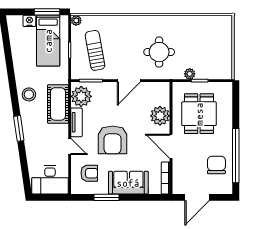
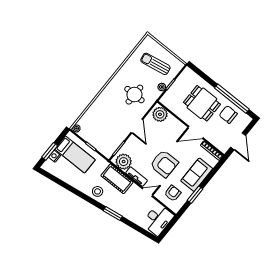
window: (47, 12) -> (50, 151), moved
sun lounger: (95, 50) -> (155, 64), moved
dining table: (199, 114) -> (202, 103), moved
plant: (160, 116) -> (160, 114), moved

